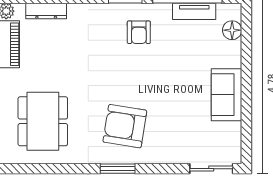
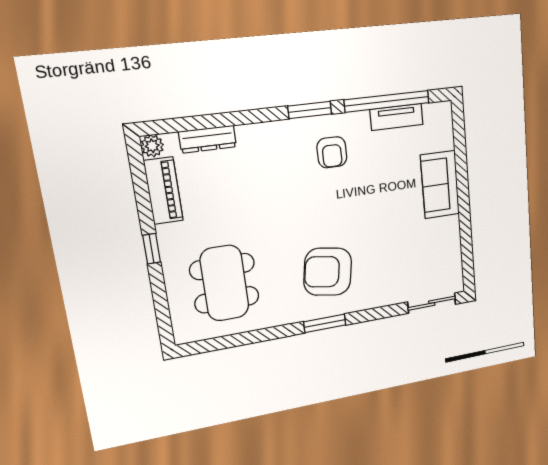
floor lamp: (232, 30) -> (443, 135), removed
sofa: (227, 95) -> (440, 185), moved

